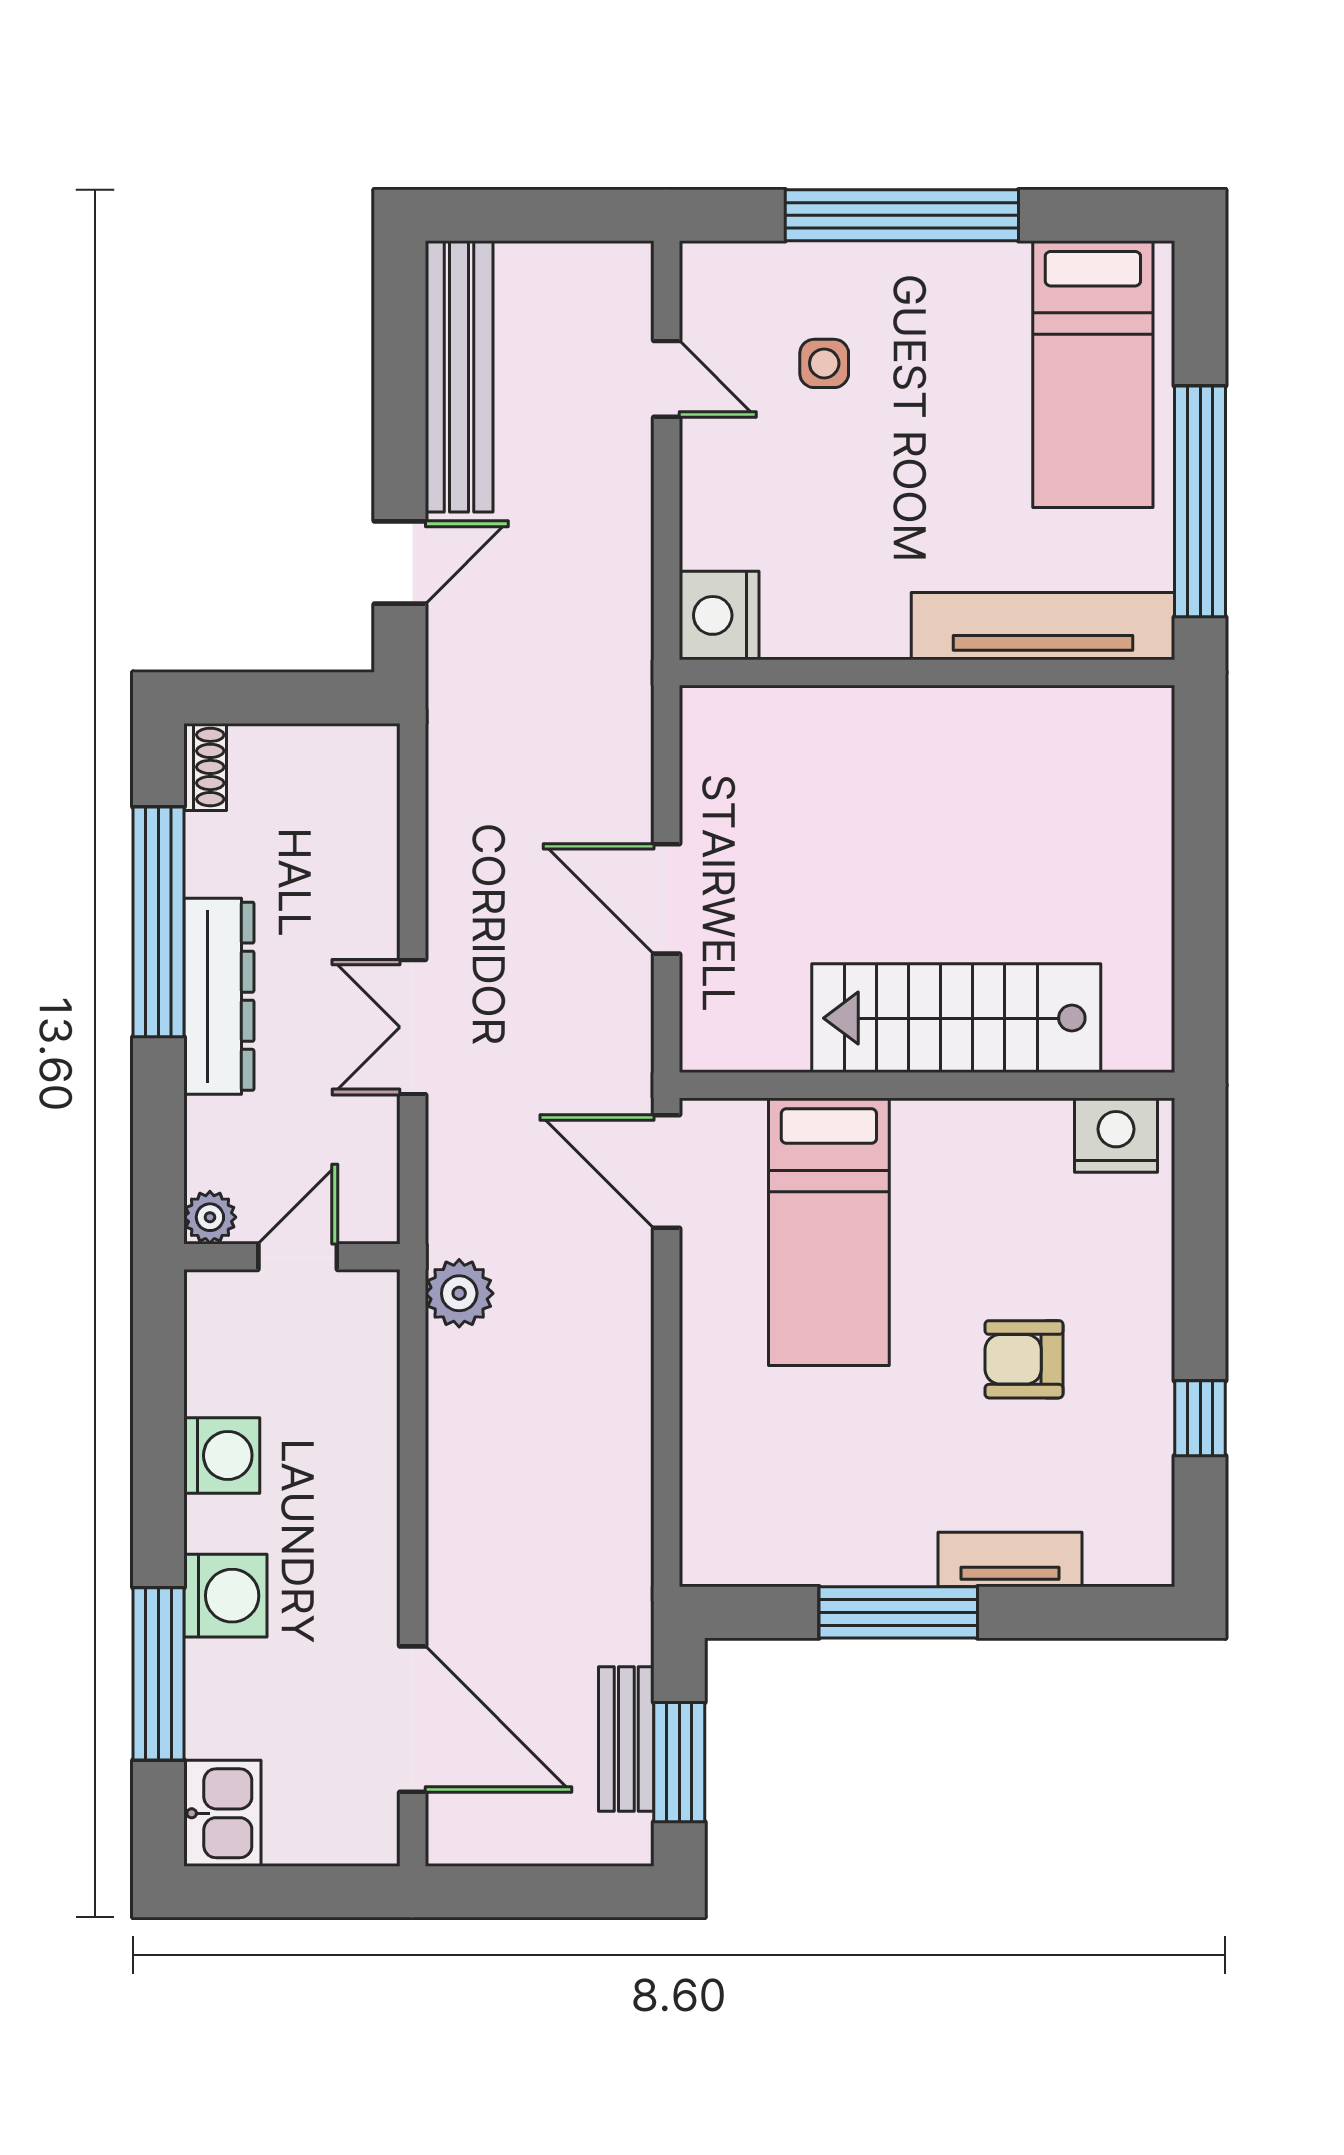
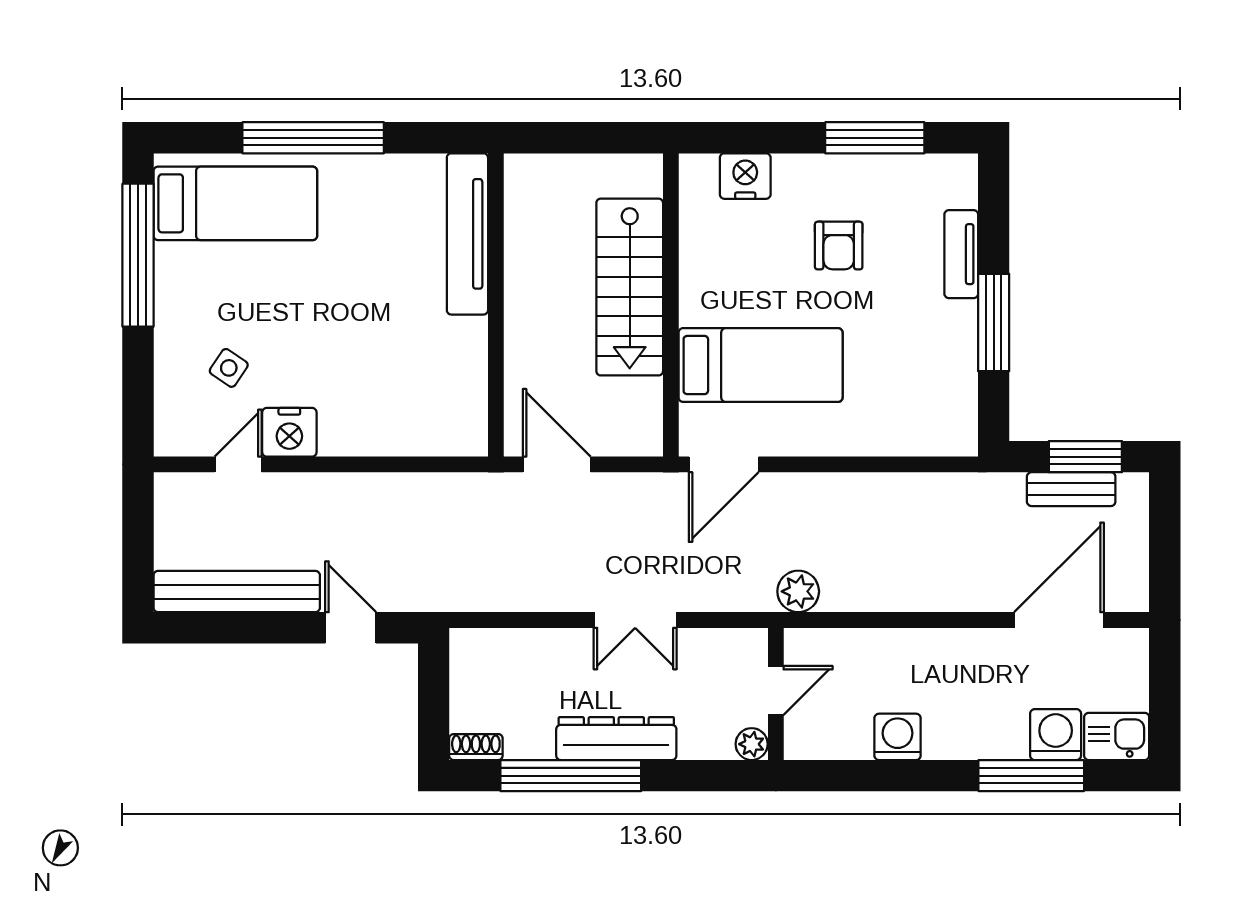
window: (902, 215) -> (138, 255), moved
side table: (824, 363) -> (229, 368), turned 34
nightstand: (719, 615) -> (289, 432), moved
tv unit: (1043, 626) -> (467, 234), moved
wall: (927, 672) -> (496, 305), moved
door: (667, 899) -> (557, 464), swing flipped
nightstand: (1116, 1135) -> (745, 176), moved, turned 90
door: (298, 1257) -> (776, 690), swing flipped
window: (1200, 1418) -> (875, 138), width x2.17
washing machine: (225, 1596) -> (1056, 735), moved

